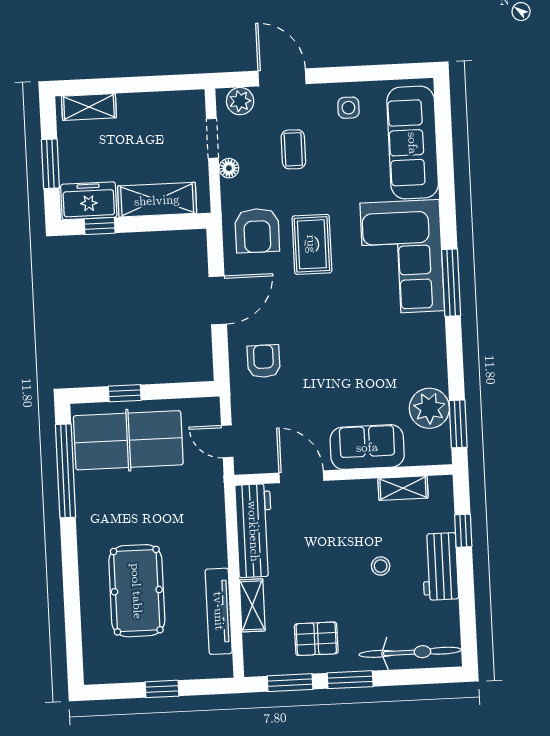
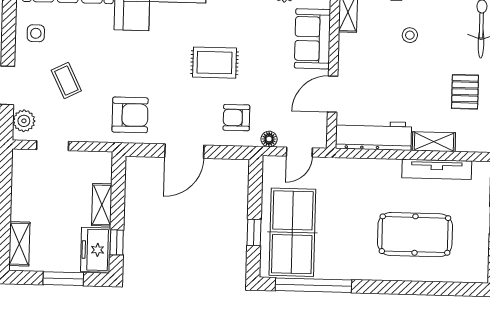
coffee table: (293, 149) -> (66, 81), turned 64
floor lamp: (229, 168) -> (269, 139), moved
shelving: (157, 200) -> (102, 205), width x0.67, depth x0.75
rug: (312, 244) -> (215, 63), moved
door: (218, 300) -> (184, 151), swing flipped

